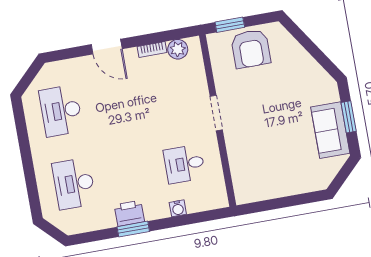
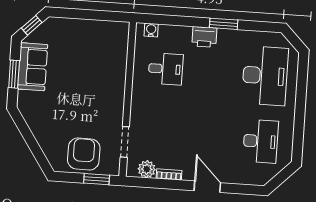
doorway: (216, 113) -> (125, 142), moved
window: (343, 175) -> (32, 25), added
desk: (74, 184) -> (265, 76), width x1.36, depth x1.30
water cooler: (178, 208) -> (151, 30), moved
printer: (129, 213) -> (204, 37), moved

